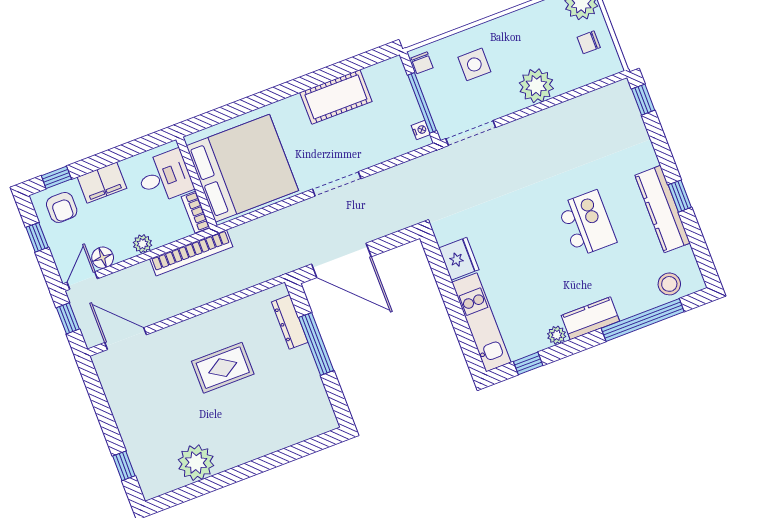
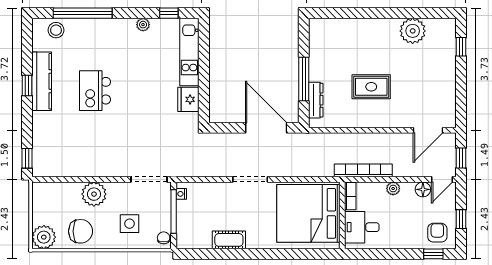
chair: (589, 42) -> (81, 231), moved, width x1.87, depth x1.87
cot: (336, 97) -> (229, 240), width x0.73, depth x0.75
filing cabinet: (102, 183) -> (405, 239), removed
kitchen counter: (590, 318) -> (117, 27), removed
door: (126, 339) -> (428, 130), hinge flipped

